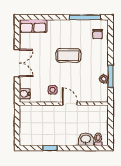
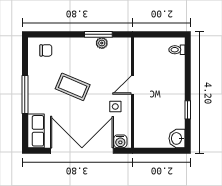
window: (85, 17) -> (25, 94), moved
coffee table: (68, 56) -> (73, 87), turned -67
double door: (17, 63) -> (82, 151), width x1.87
washbasin: (86, 139) -> (177, 138), moved

